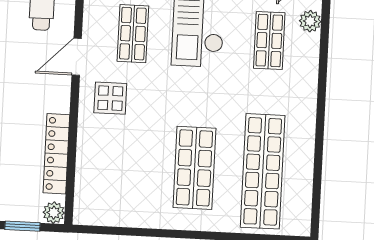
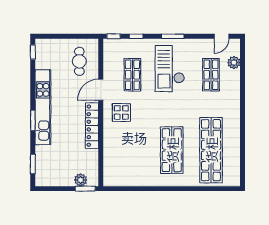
locker: (56, 154) -> (92, 126), moved
plant: (54, 213) -> (81, 180), moved
window: (22, 226) -> (85, 189), moved

